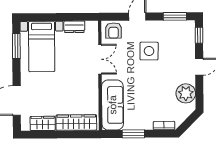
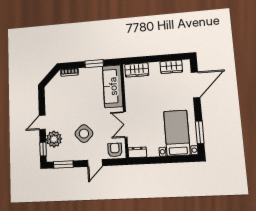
dresser: (74, 27) -> (137, 152), moved
side table: (149, 51) -> (84, 134), turned 45
plant: (186, 93) -> (54, 139), moved
wardrobe: (76, 123) -> (137, 70), width x0.67

